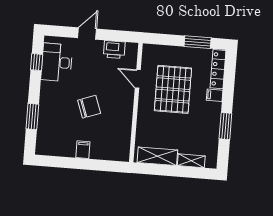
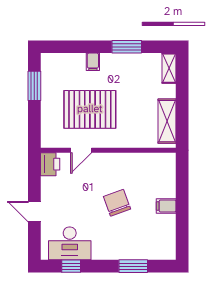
printer: (114, 50) -> (50, 164), moved
locker: (218, 69) -> (63, 60), removed
shelving: (191, 161) -> (169, 68), moved

